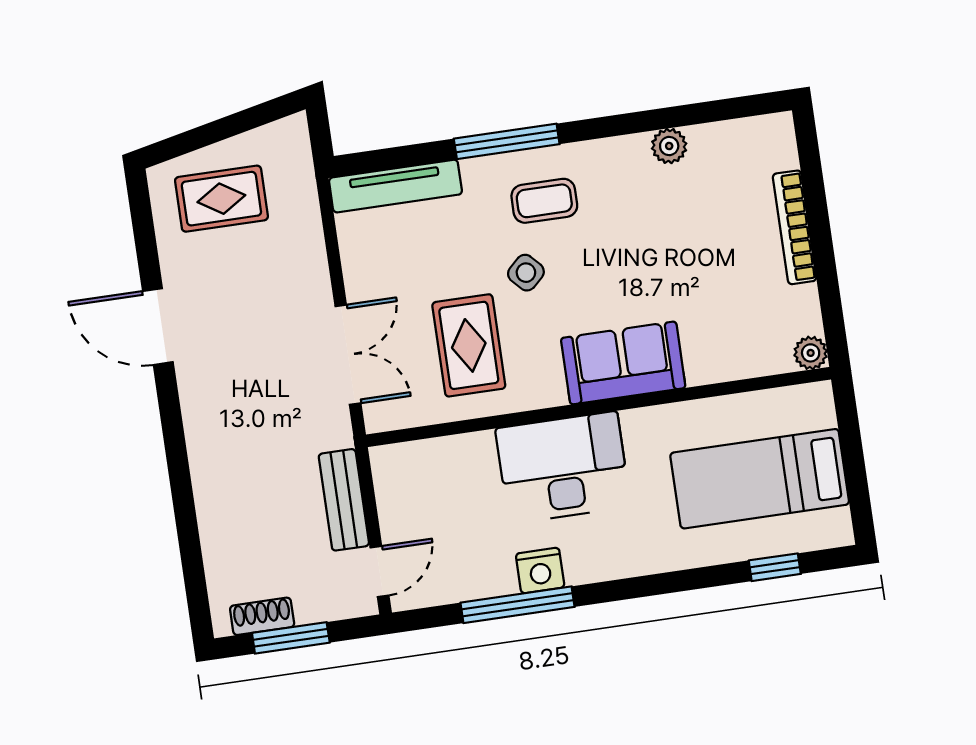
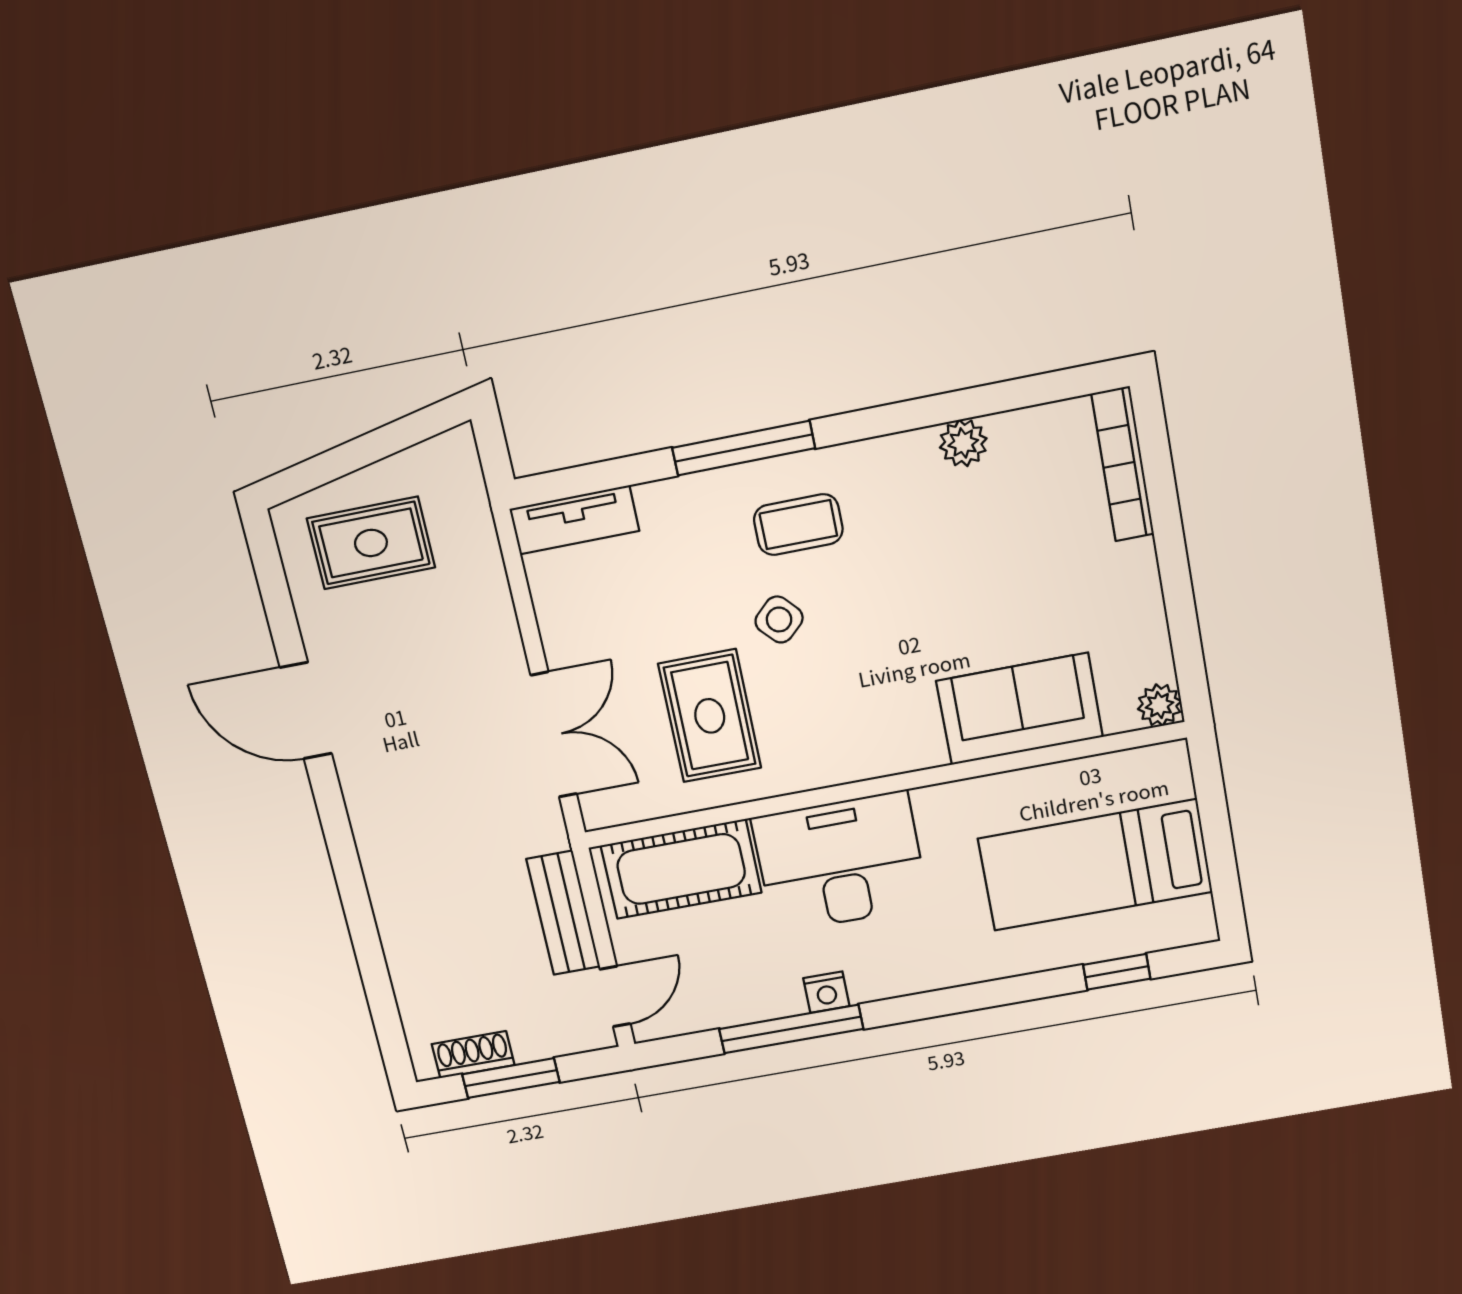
tv unit: (395, 186) -> (574, 520), width x0.71
bookcase: (795, 227) -> (1123, 464), moved
sofa: (623, 363) -> (1019, 709), moved
cot: (439, 468) -> (681, 869), added
nightstand: (540, 570) -> (826, 992), width x0.72, depth x0.74

